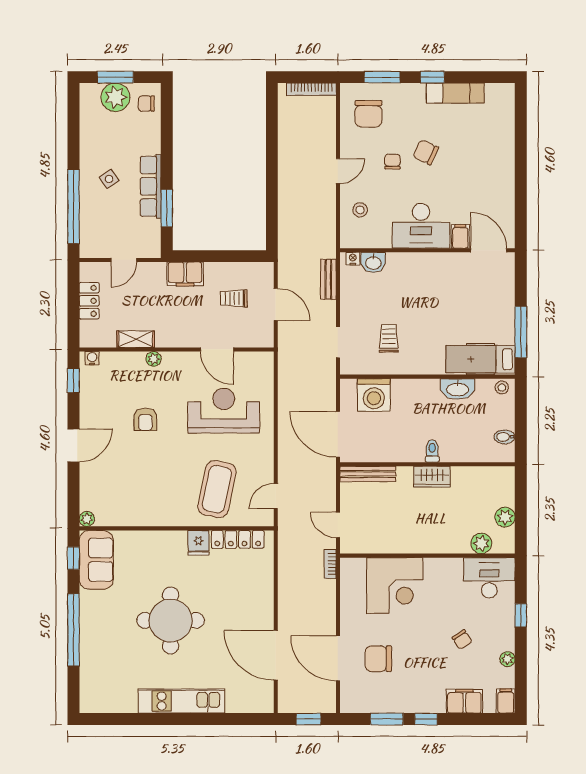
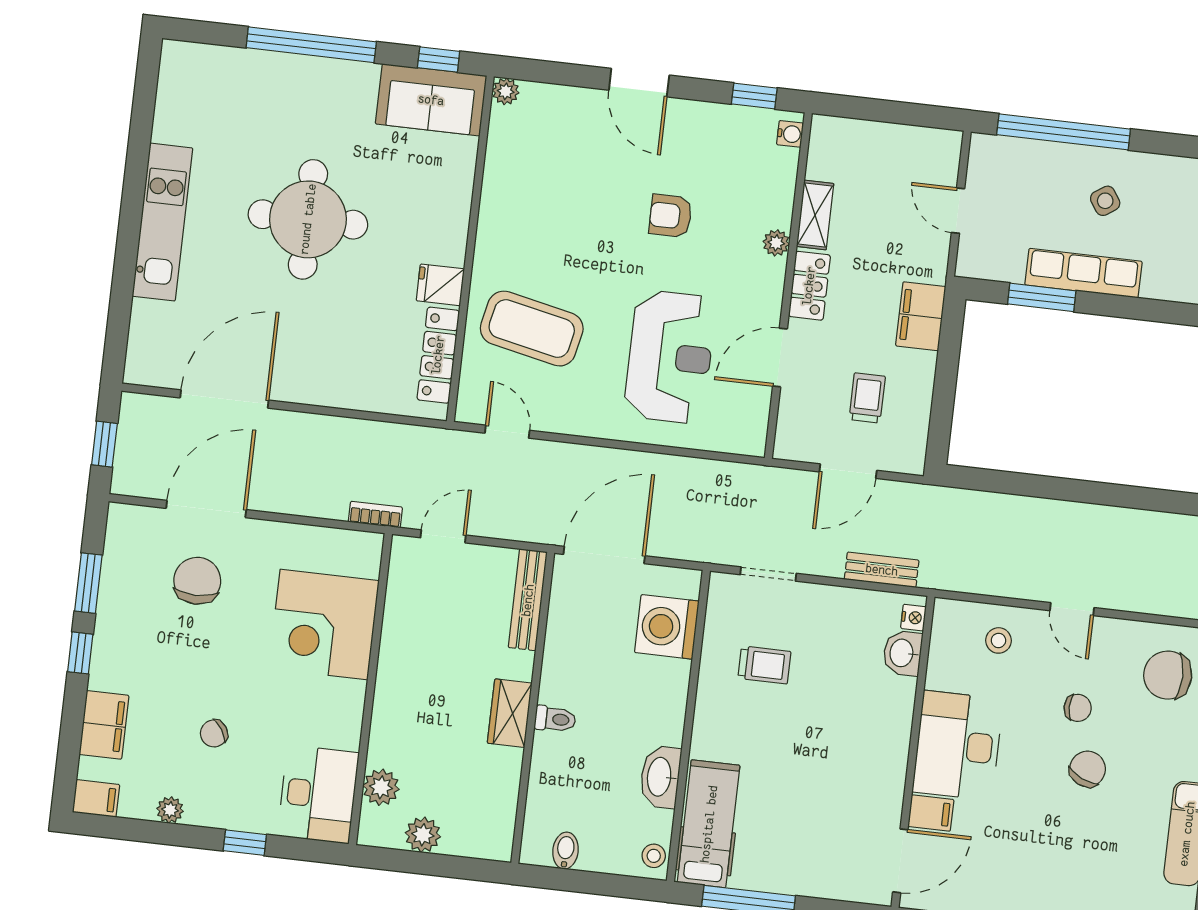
locker: (89, 301) -> (809, 286), moved, turned -90

